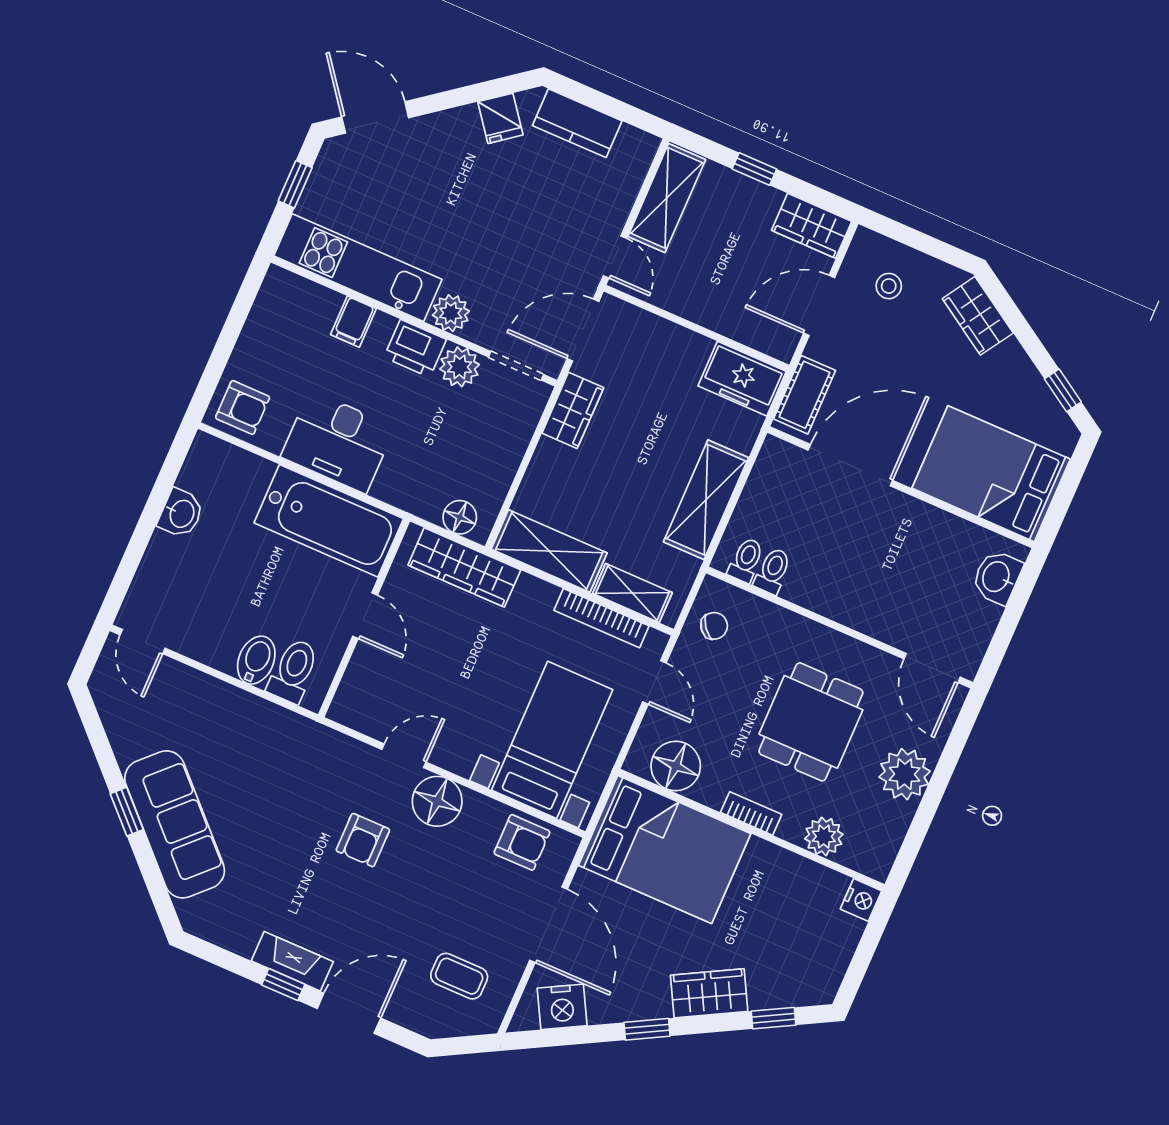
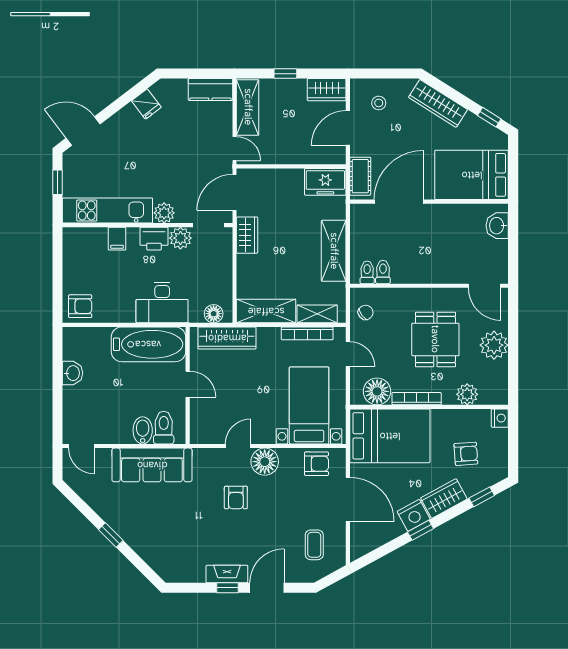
kitchen counter: (577, 123) -> (210, 90), moved
wardrobe: (978, 316) -> (438, 103), width x1.50
desk: (338, 442) -> (162, 303), moved
bookcase: (751, 813) -> (417, 399), width x1.56
sofa: (175, 824) -> (152, 465), moved, turned 135
armchair: (779, 935) -> (466, 454), added
coffee table: (459, 976) -> (314, 545), turned 90
nightstand: (562, 1007) -> (414, 515), moved

